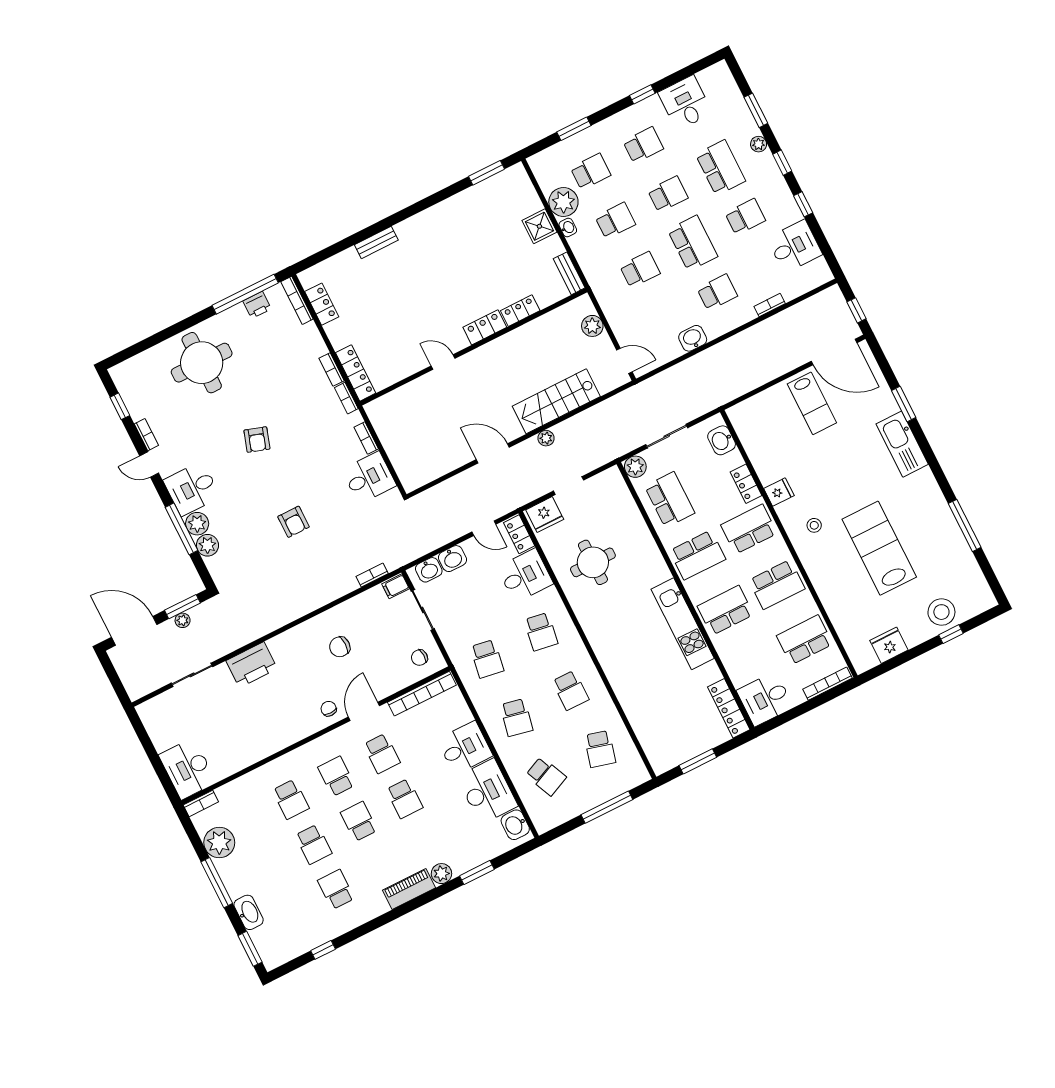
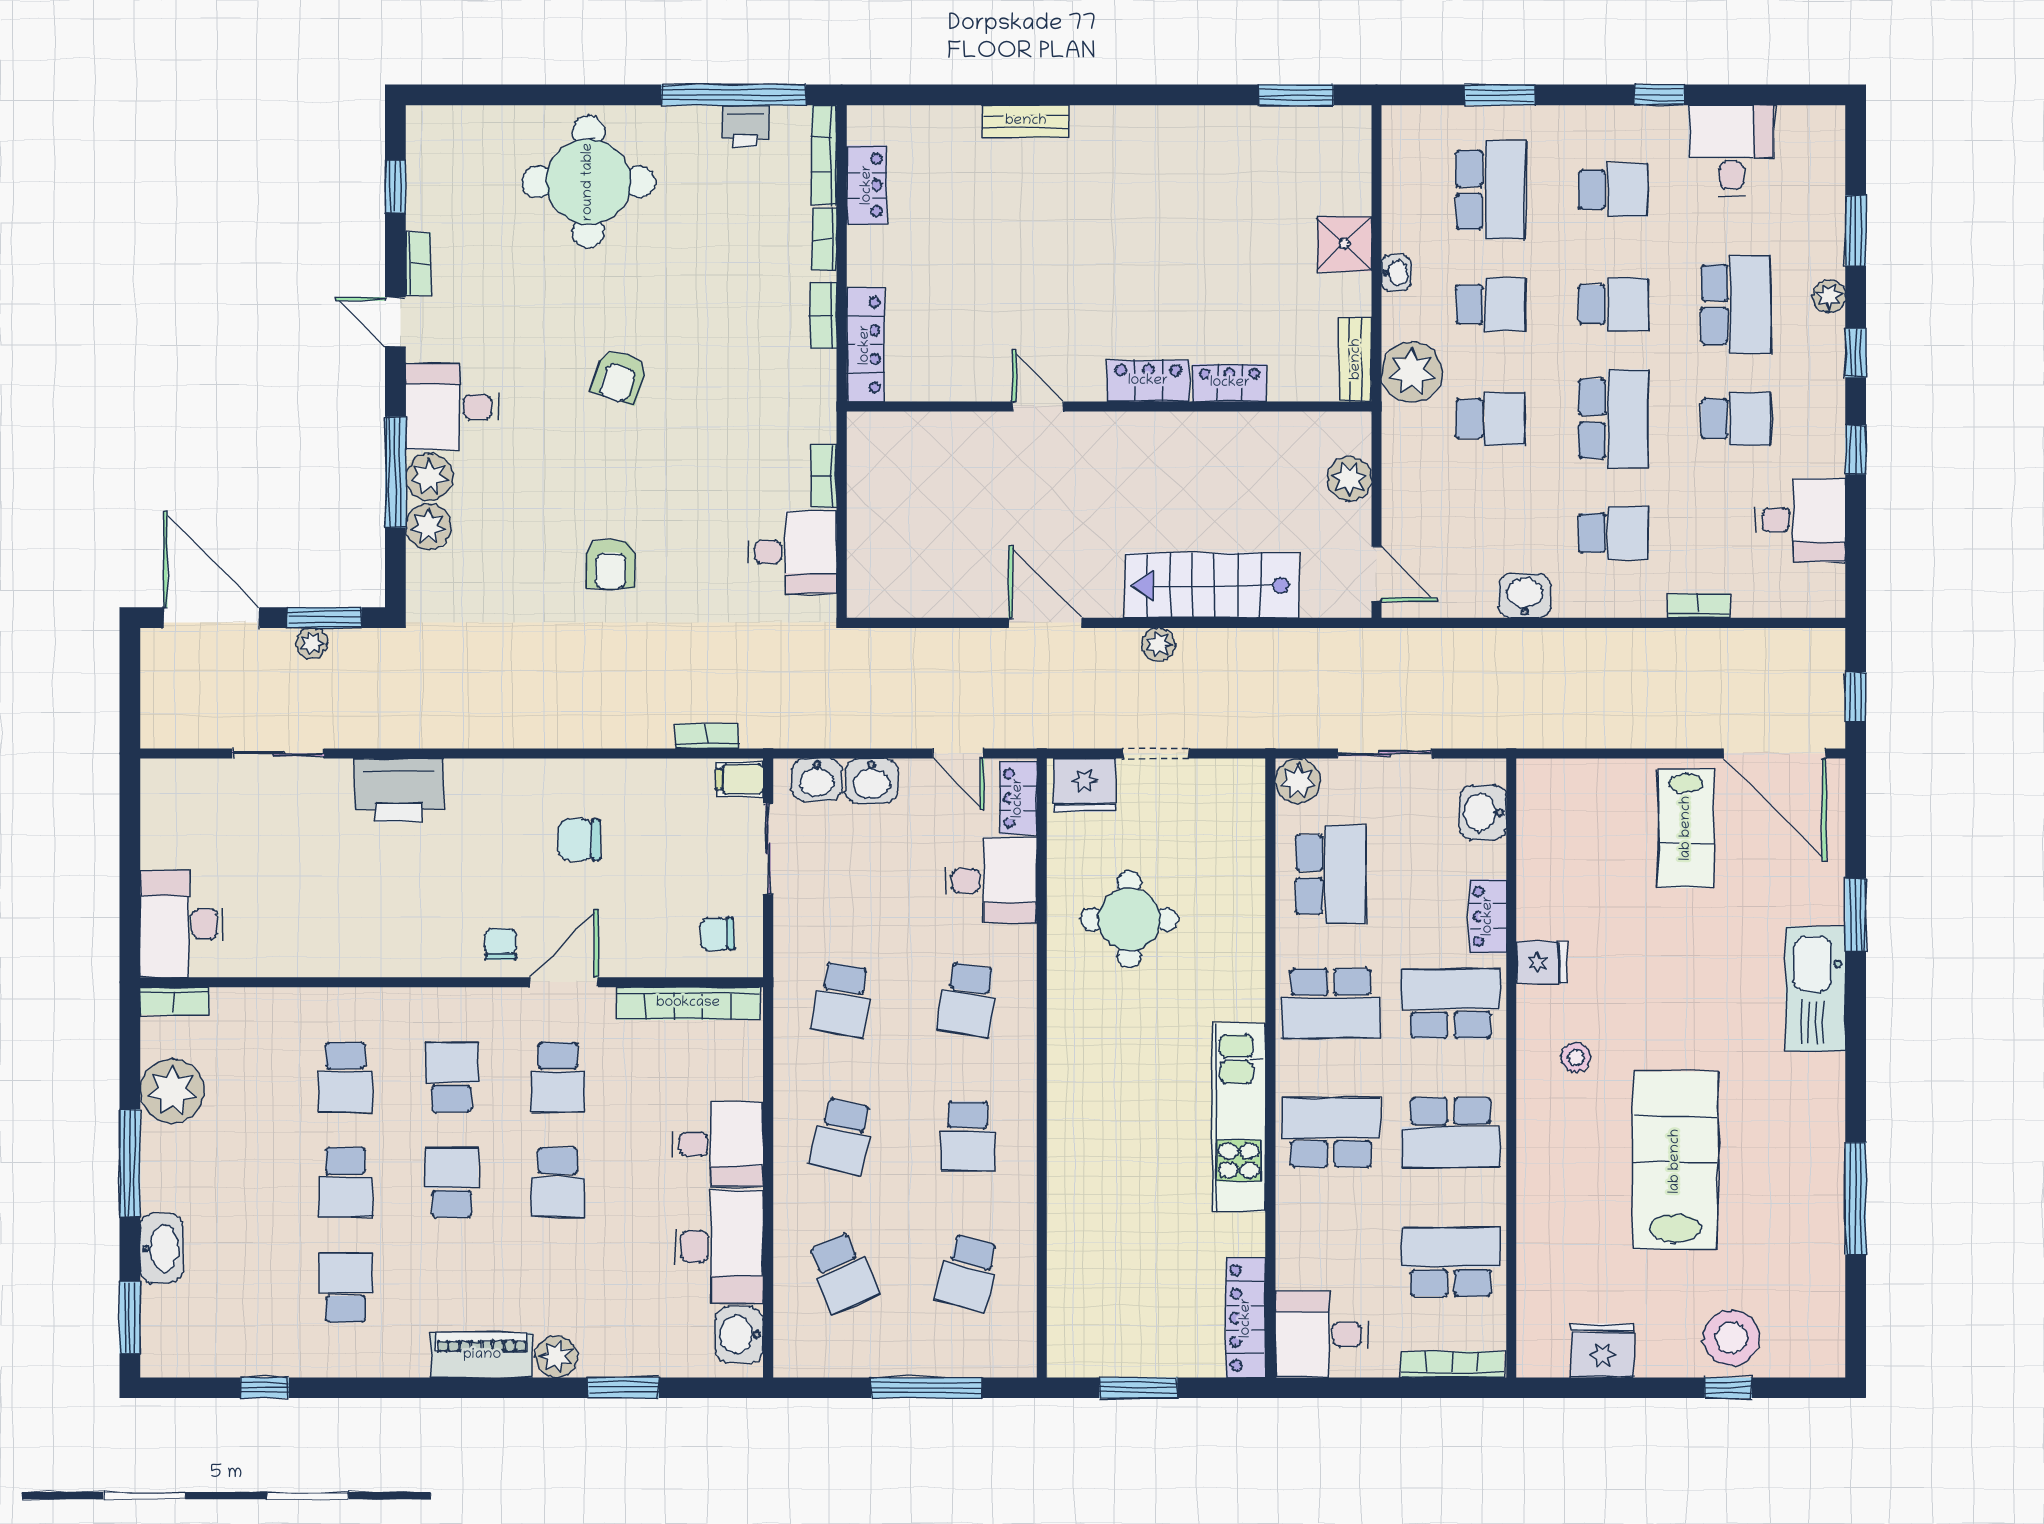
school desk: (591, 172) -> (1491, 190), width x1.85
plant: (563, 202) -> (1412, 372), moved
bookcase: (346, 398) -> (824, 239), moved

